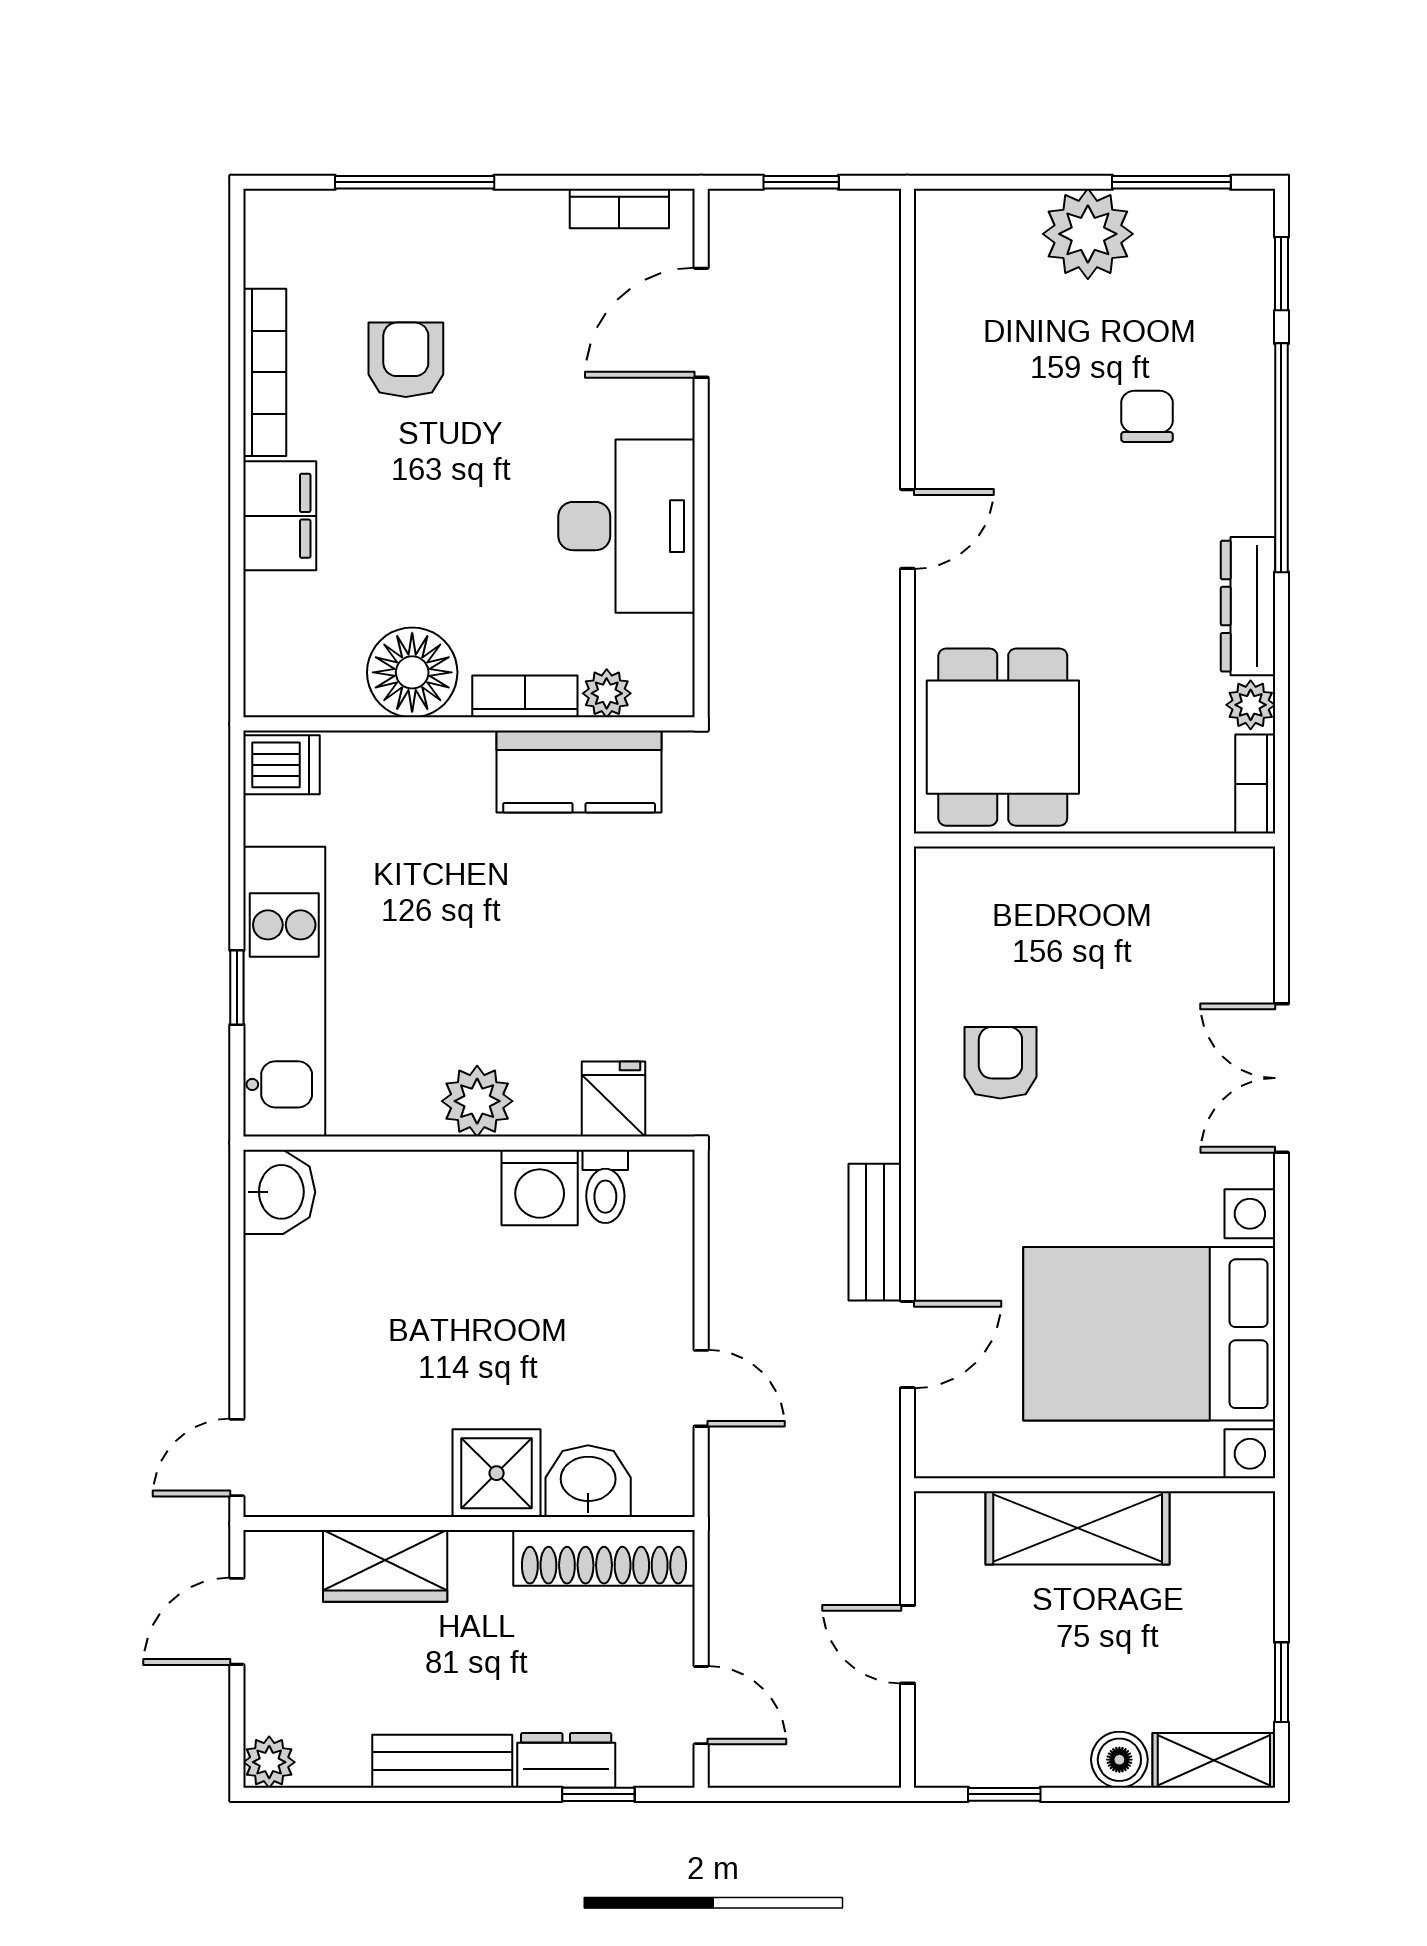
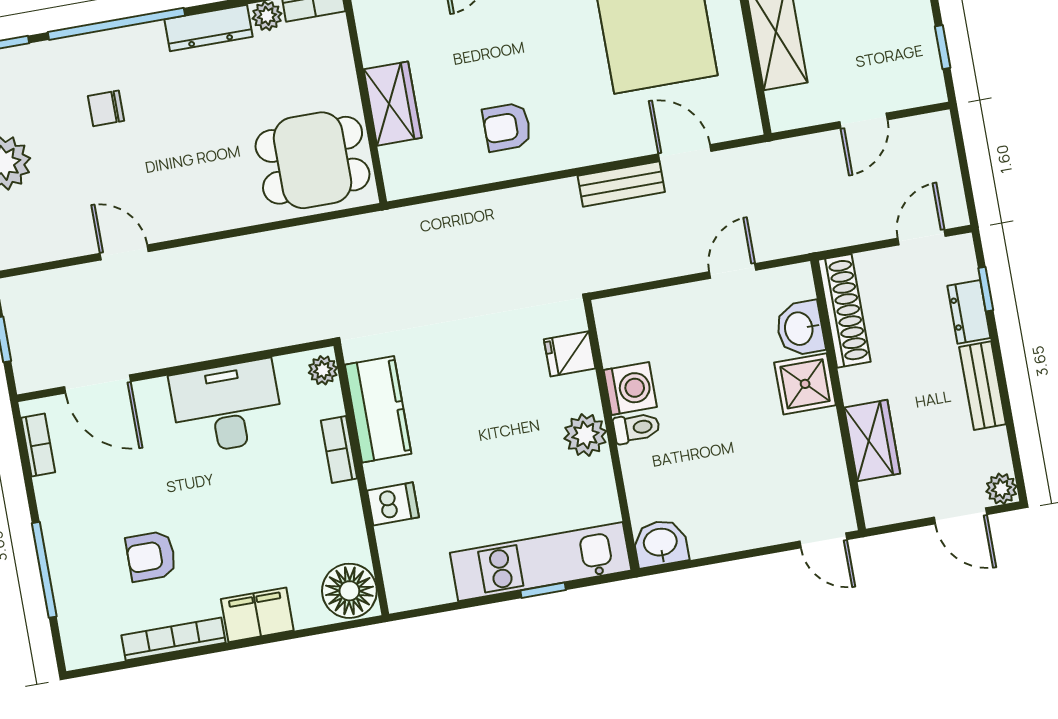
door: (907, 529) -> (124, 252), moved
floor lamp: (412, 672) -> (349, 591), moved
plant: (607, 693) -> (323, 370), moved
dishwasher: (281, 765) -> (393, 504), moved, turned 90
wardrobe: (1072, 884) -> (393, 104), added
toilet: (605, 1186) -> (636, 428), moved
door: (237, 1621) -> (960, 516), moved

